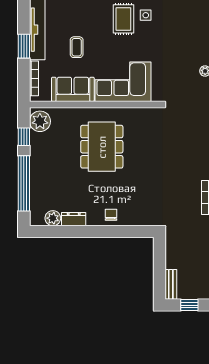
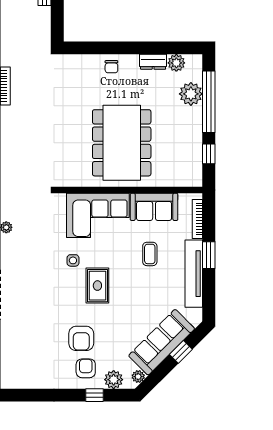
side table: (146, 15) -> (73, 260), moved
plant: (40, 121) -> (191, 94), moved
dining table: (102, 147) -> (122, 143), width x1.36, depth x1.24

